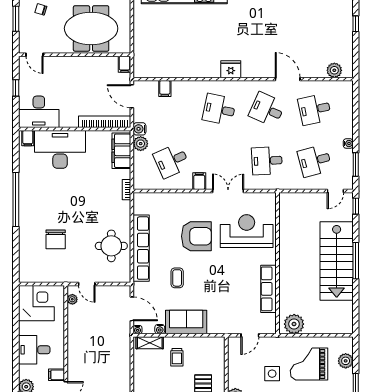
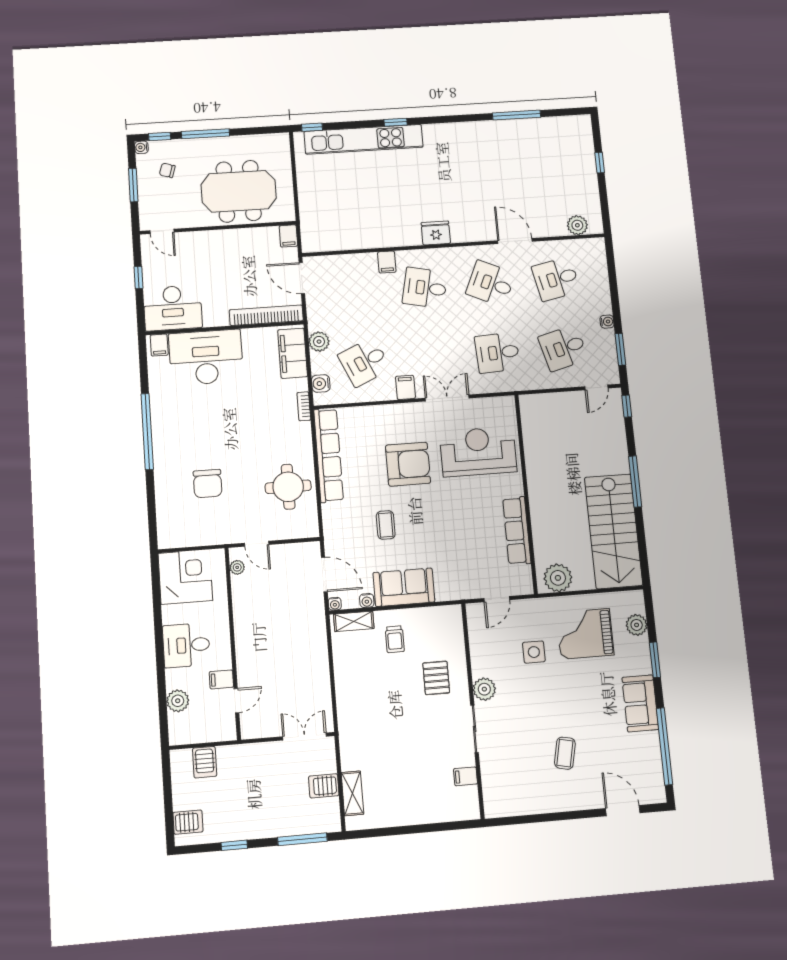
filing cabinet: (165, 88) -> (387, 262), moved
water cooler: (140, 129) -> (321, 383), moved
row of seats: (141, 248) -> (329, 455), moved
stairs: (337, 261) -> (614, 531), moved

